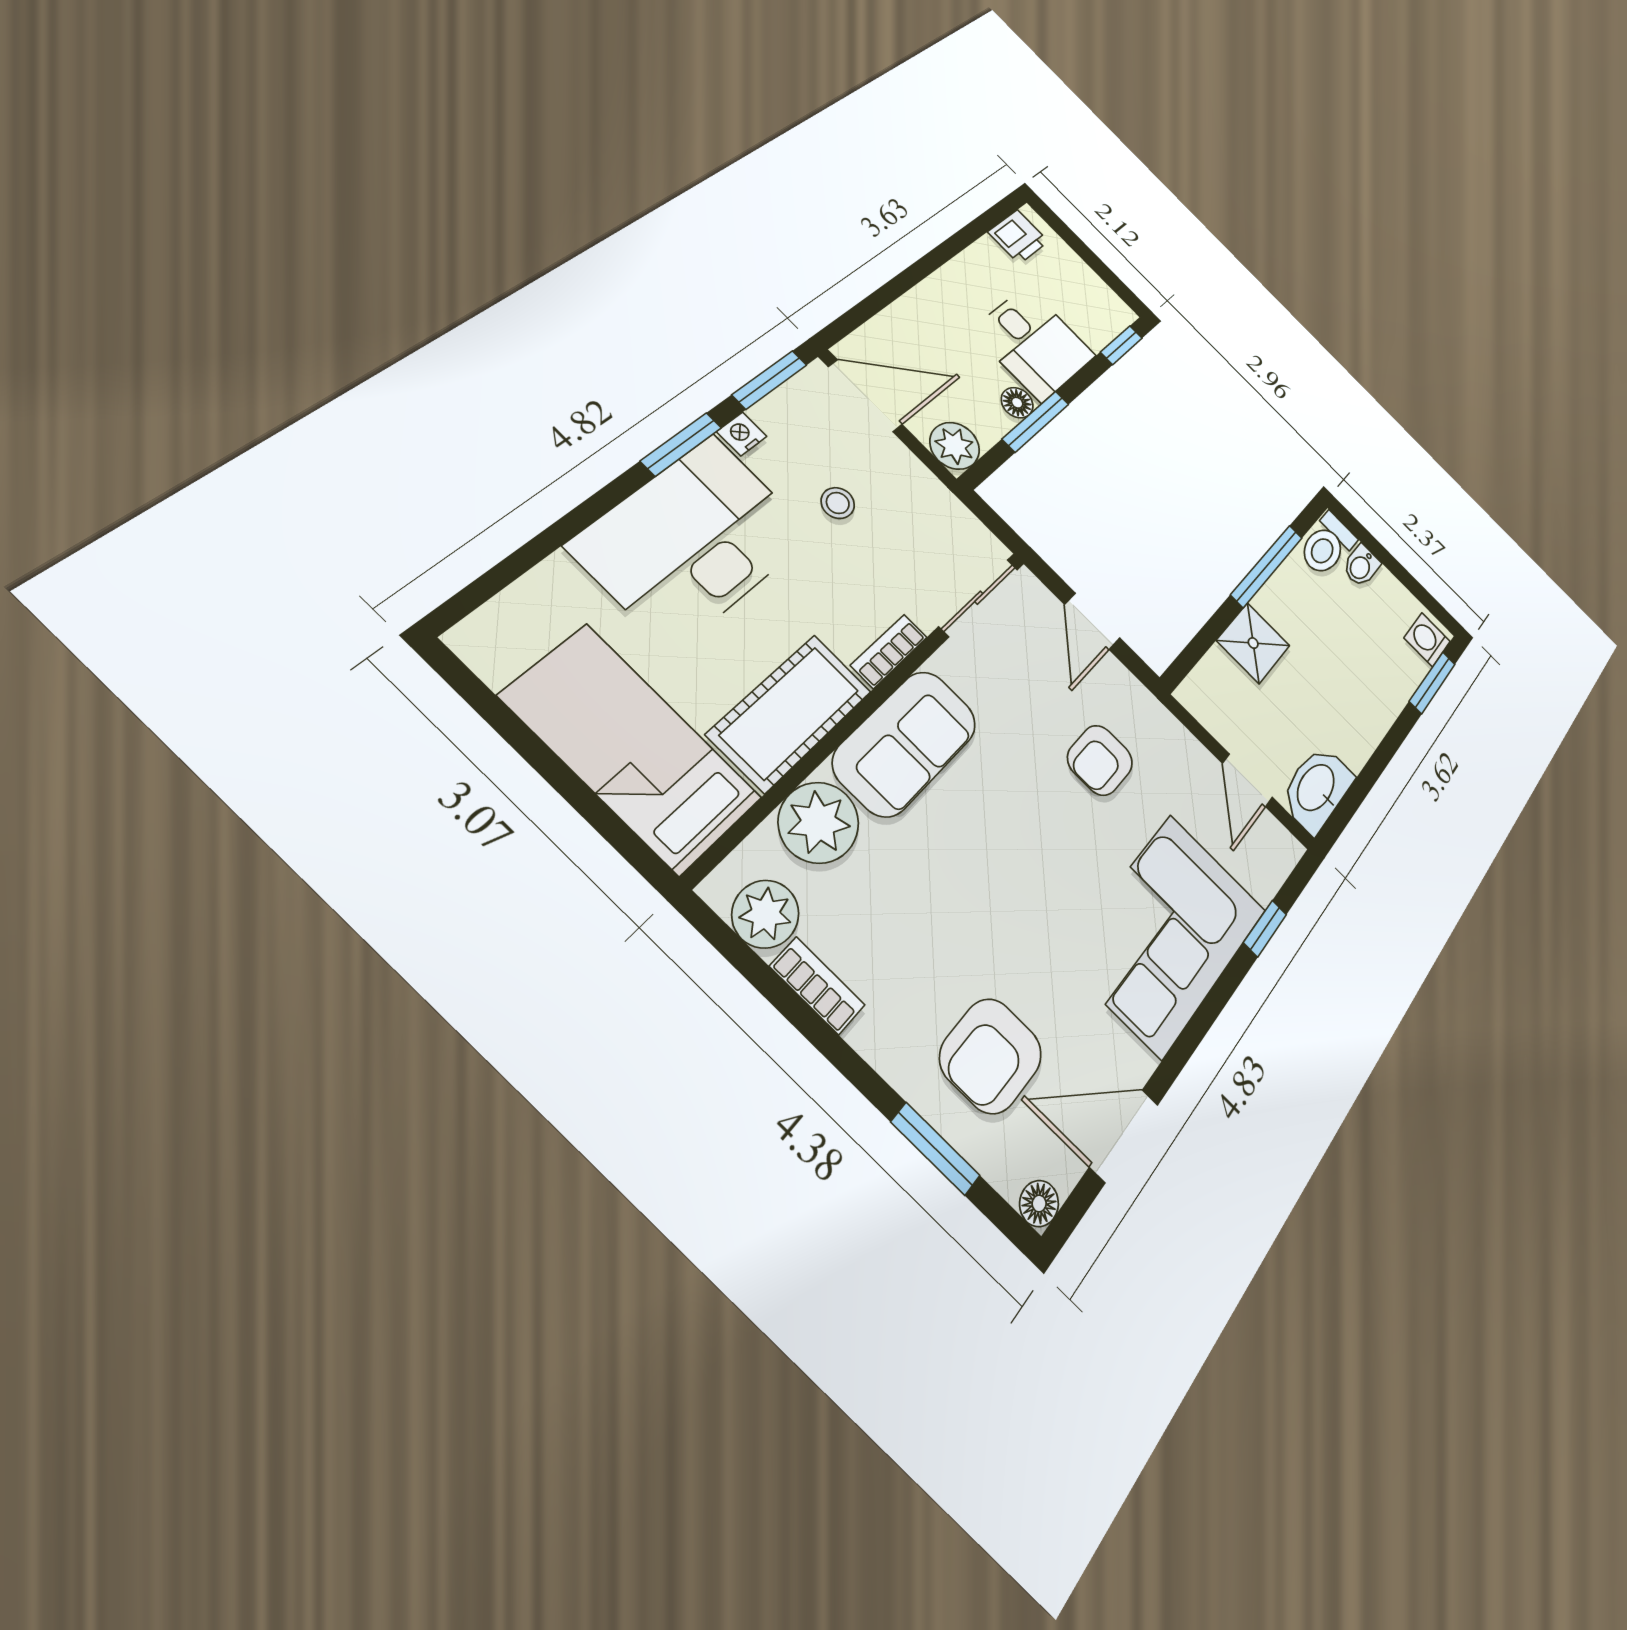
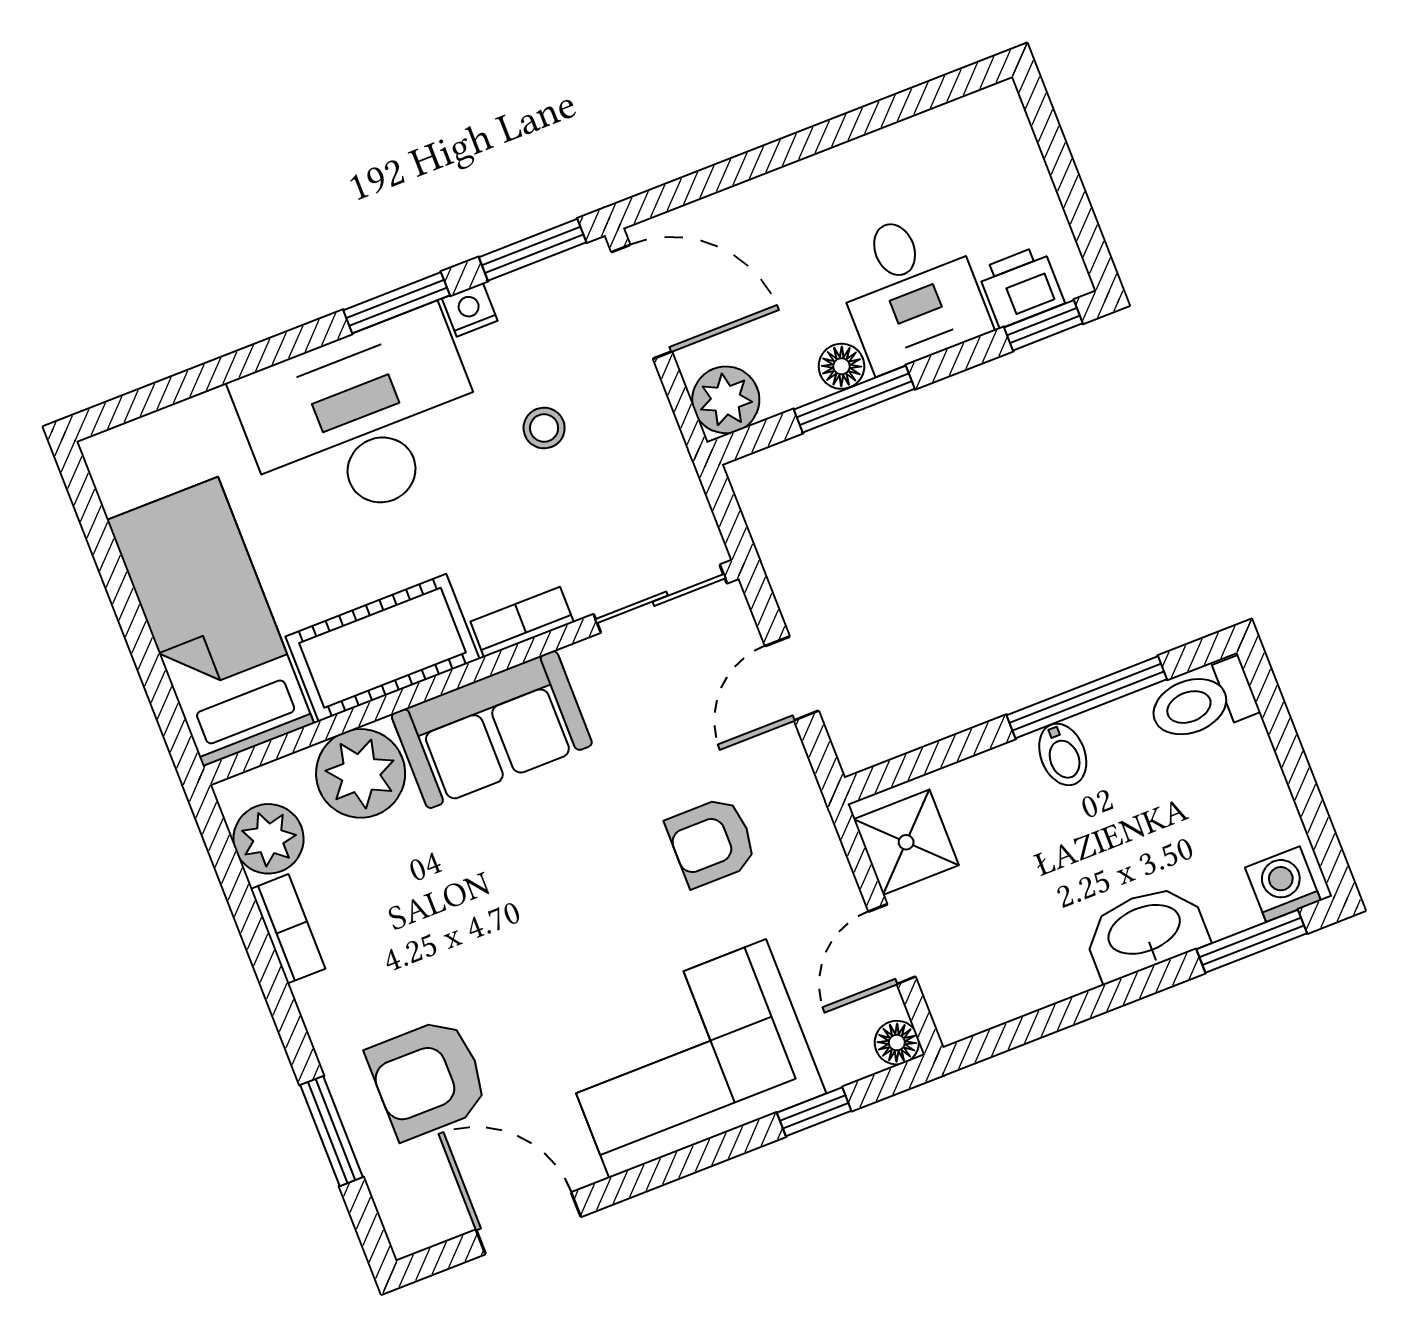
printer: (1018, 237) -> (1021, 287), moved, turned 180
bidet: (1361, 566) -> (1063, 754), moved, turned -90
shower: (1253, 643) -> (906, 842), moved
washbasin: (1317, 788) -> (1145, 931), moved
floor lamp: (1039, 1203) -> (897, 1043), moved

